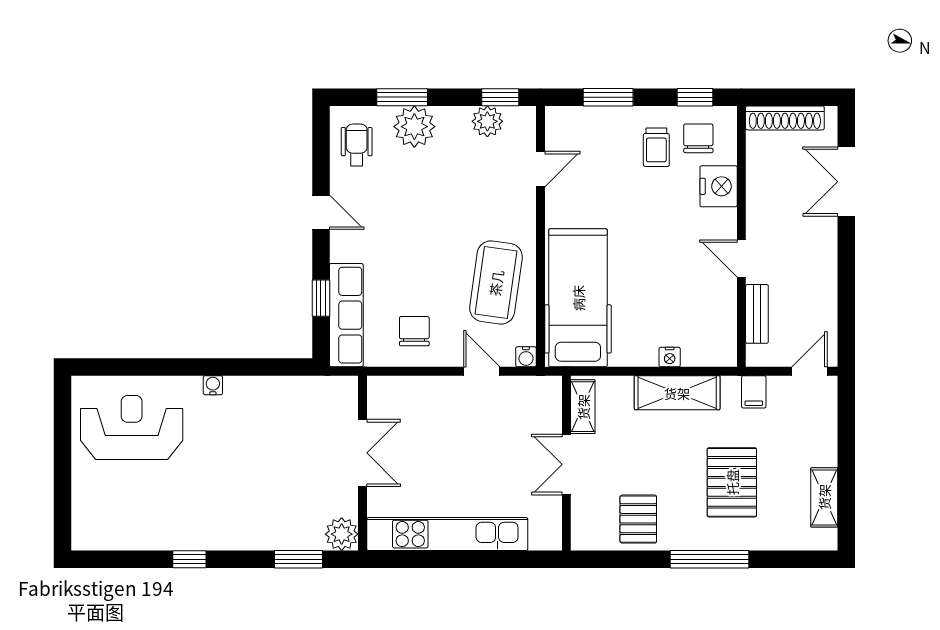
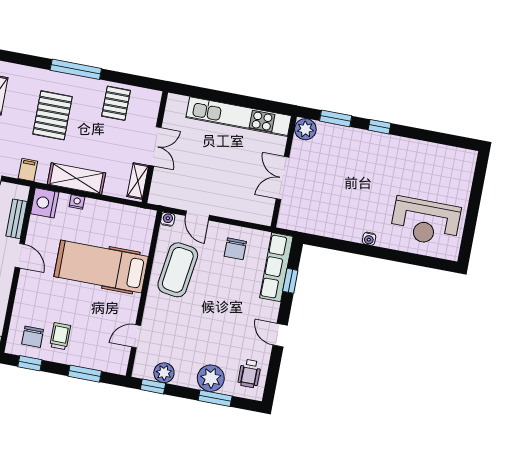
nightstand: (719, 186) -> (45, 203), moved
hospital bed: (578, 298) -> (101, 267), moved, turned 90
window: (189, 559) -> (379, 127), moved

